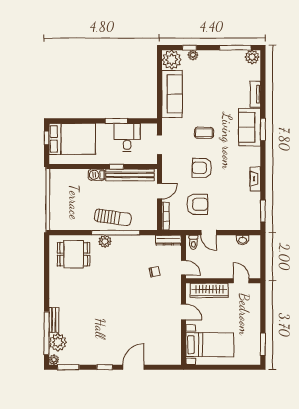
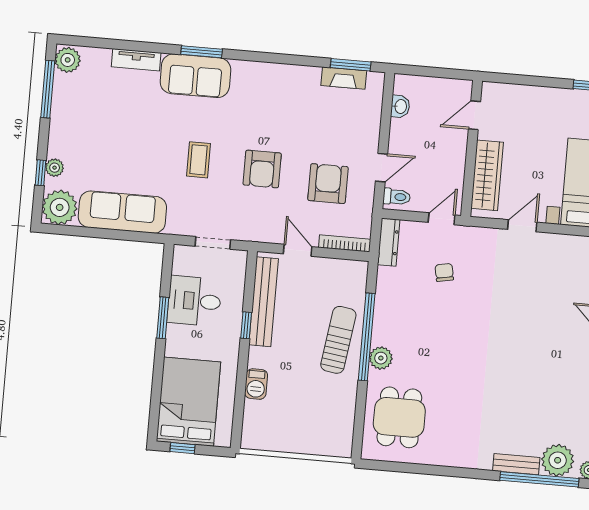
barbecue: (97, 175) -> (256, 384), moved
fireplace: (255, 179) -> (344, 78), moved

